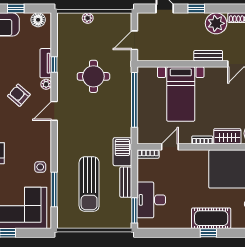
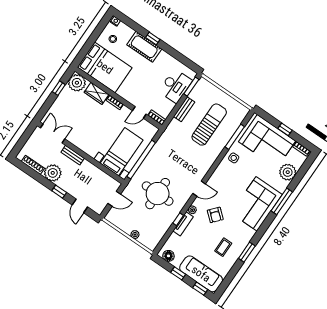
round table: (93, 76) -> (158, 194), width x1.36, depth x1.36
bed with nightstands: (181, 94) -> (122, 152), moved
barbecue: (122, 152) -> (173, 131), removed

